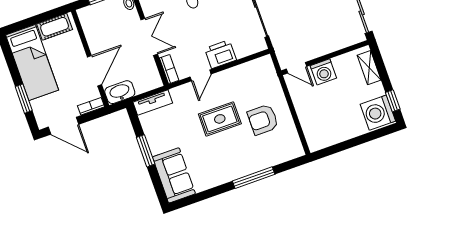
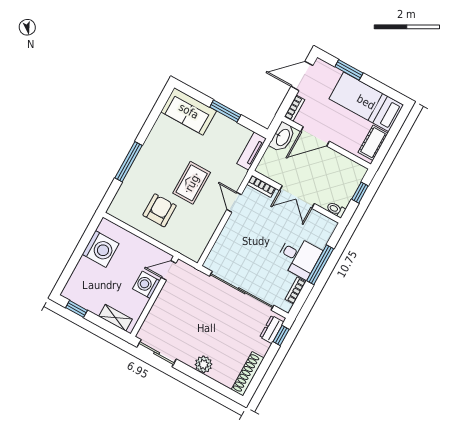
printer: (220, 54) -> (233, 231), removed
door: (94, 71) -> (315, 136), hinge flipped
washing machine: (378, 113) -> (101, 249), moved, turned 90

